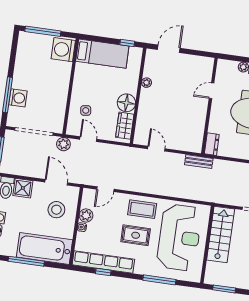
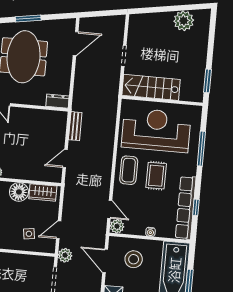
bench: (199, 162) -> (75, 126), moved
door: (56, 182) -> (105, 261), hinge flipped
plant: (86, 215) -> (117, 226), moved

